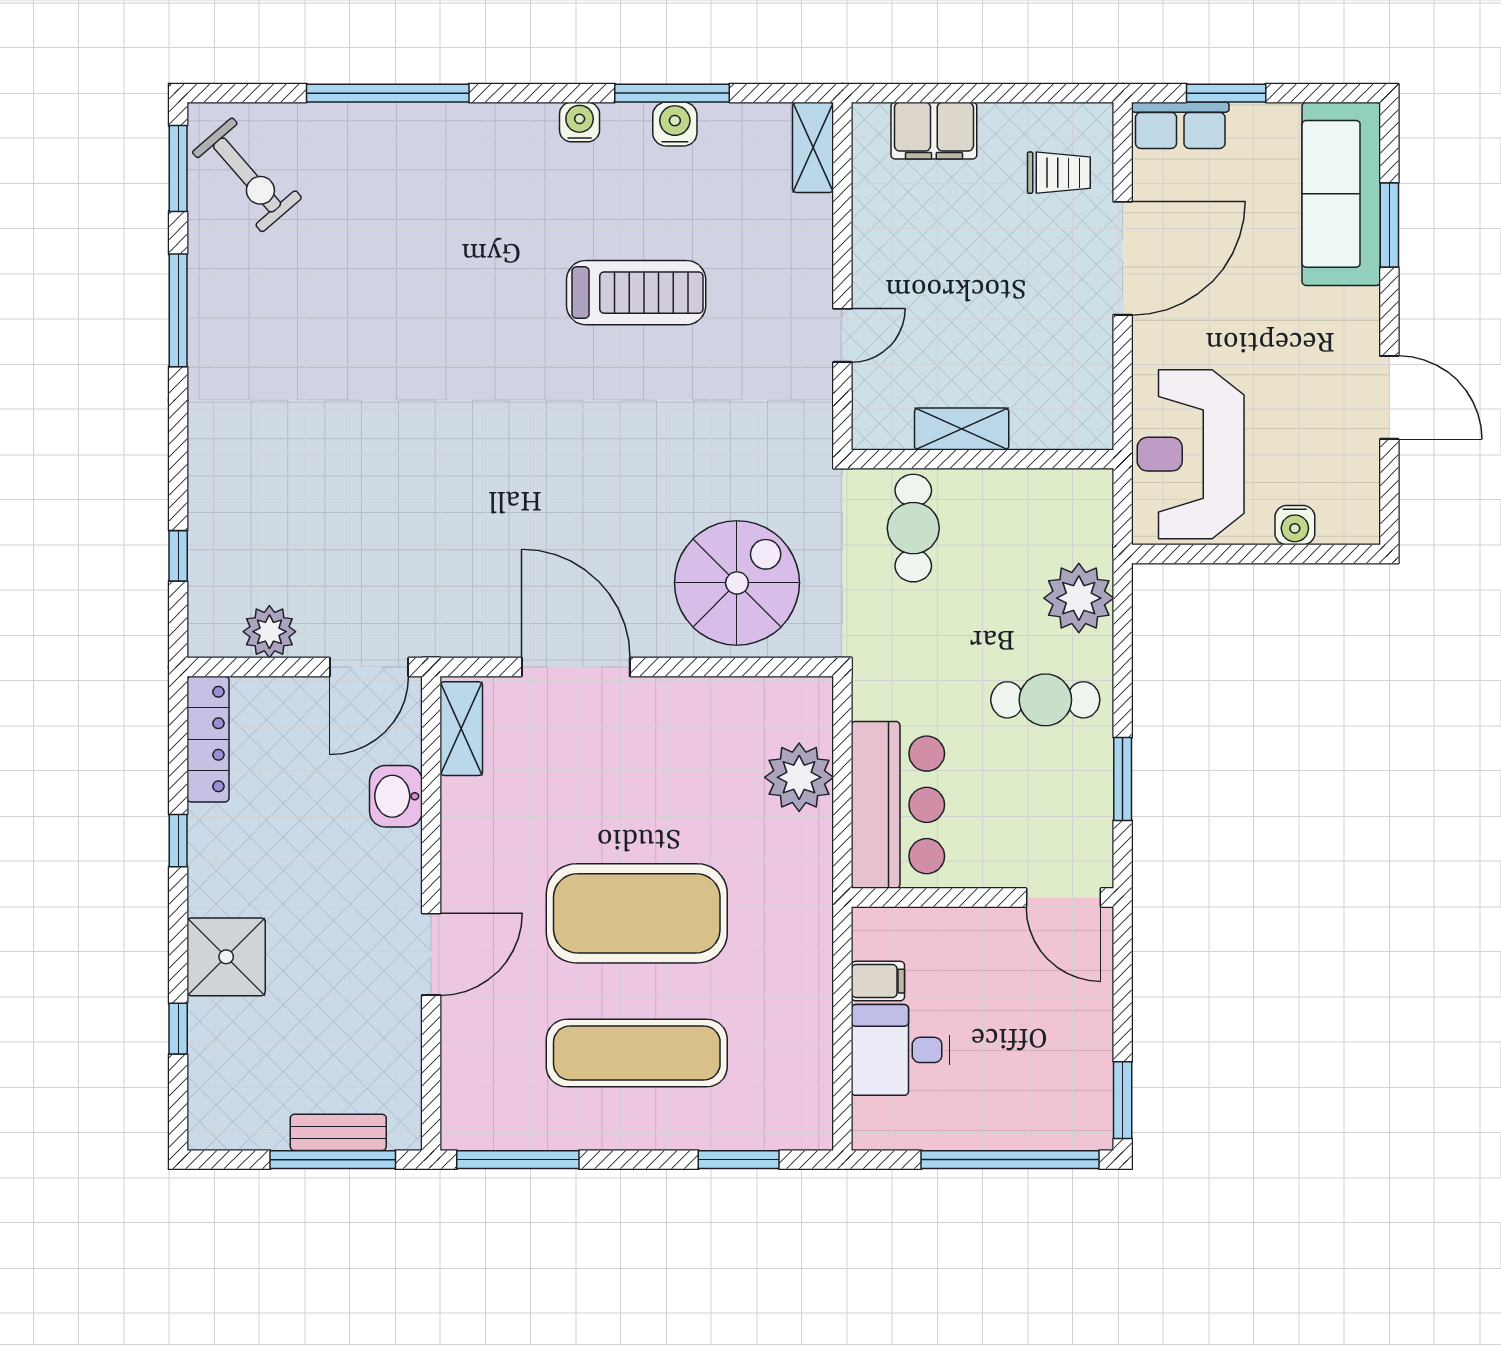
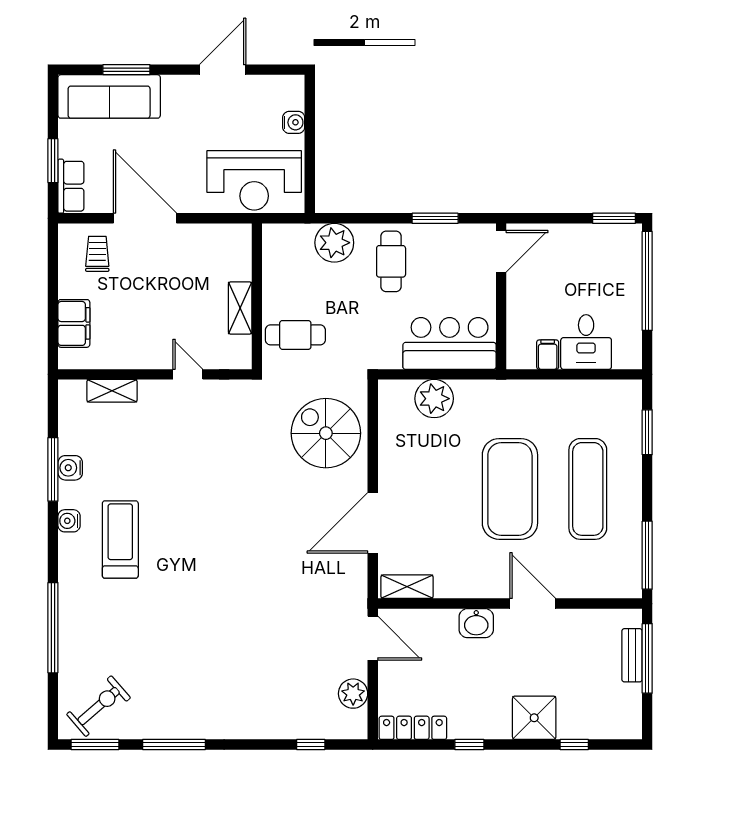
shelving: (813, 147) -> (112, 391), moved
treadmill: (636, 293) -> (120, 540), moved
washbasin: (396, 796) -> (476, 623), moved

